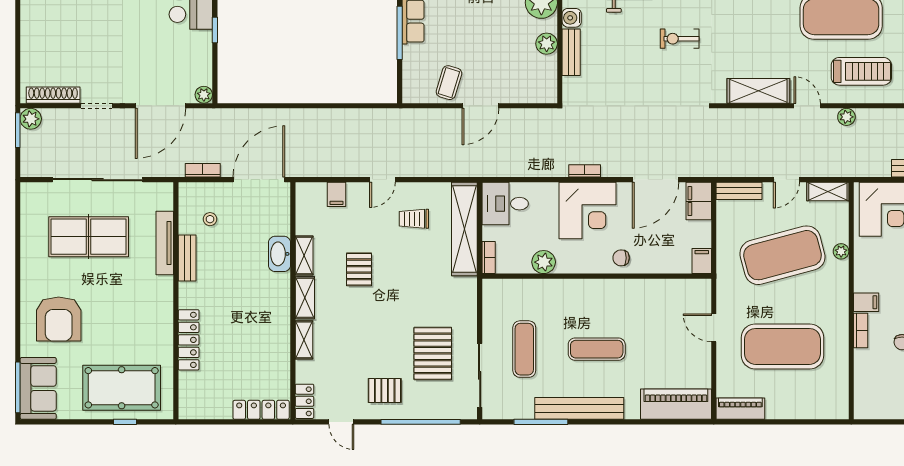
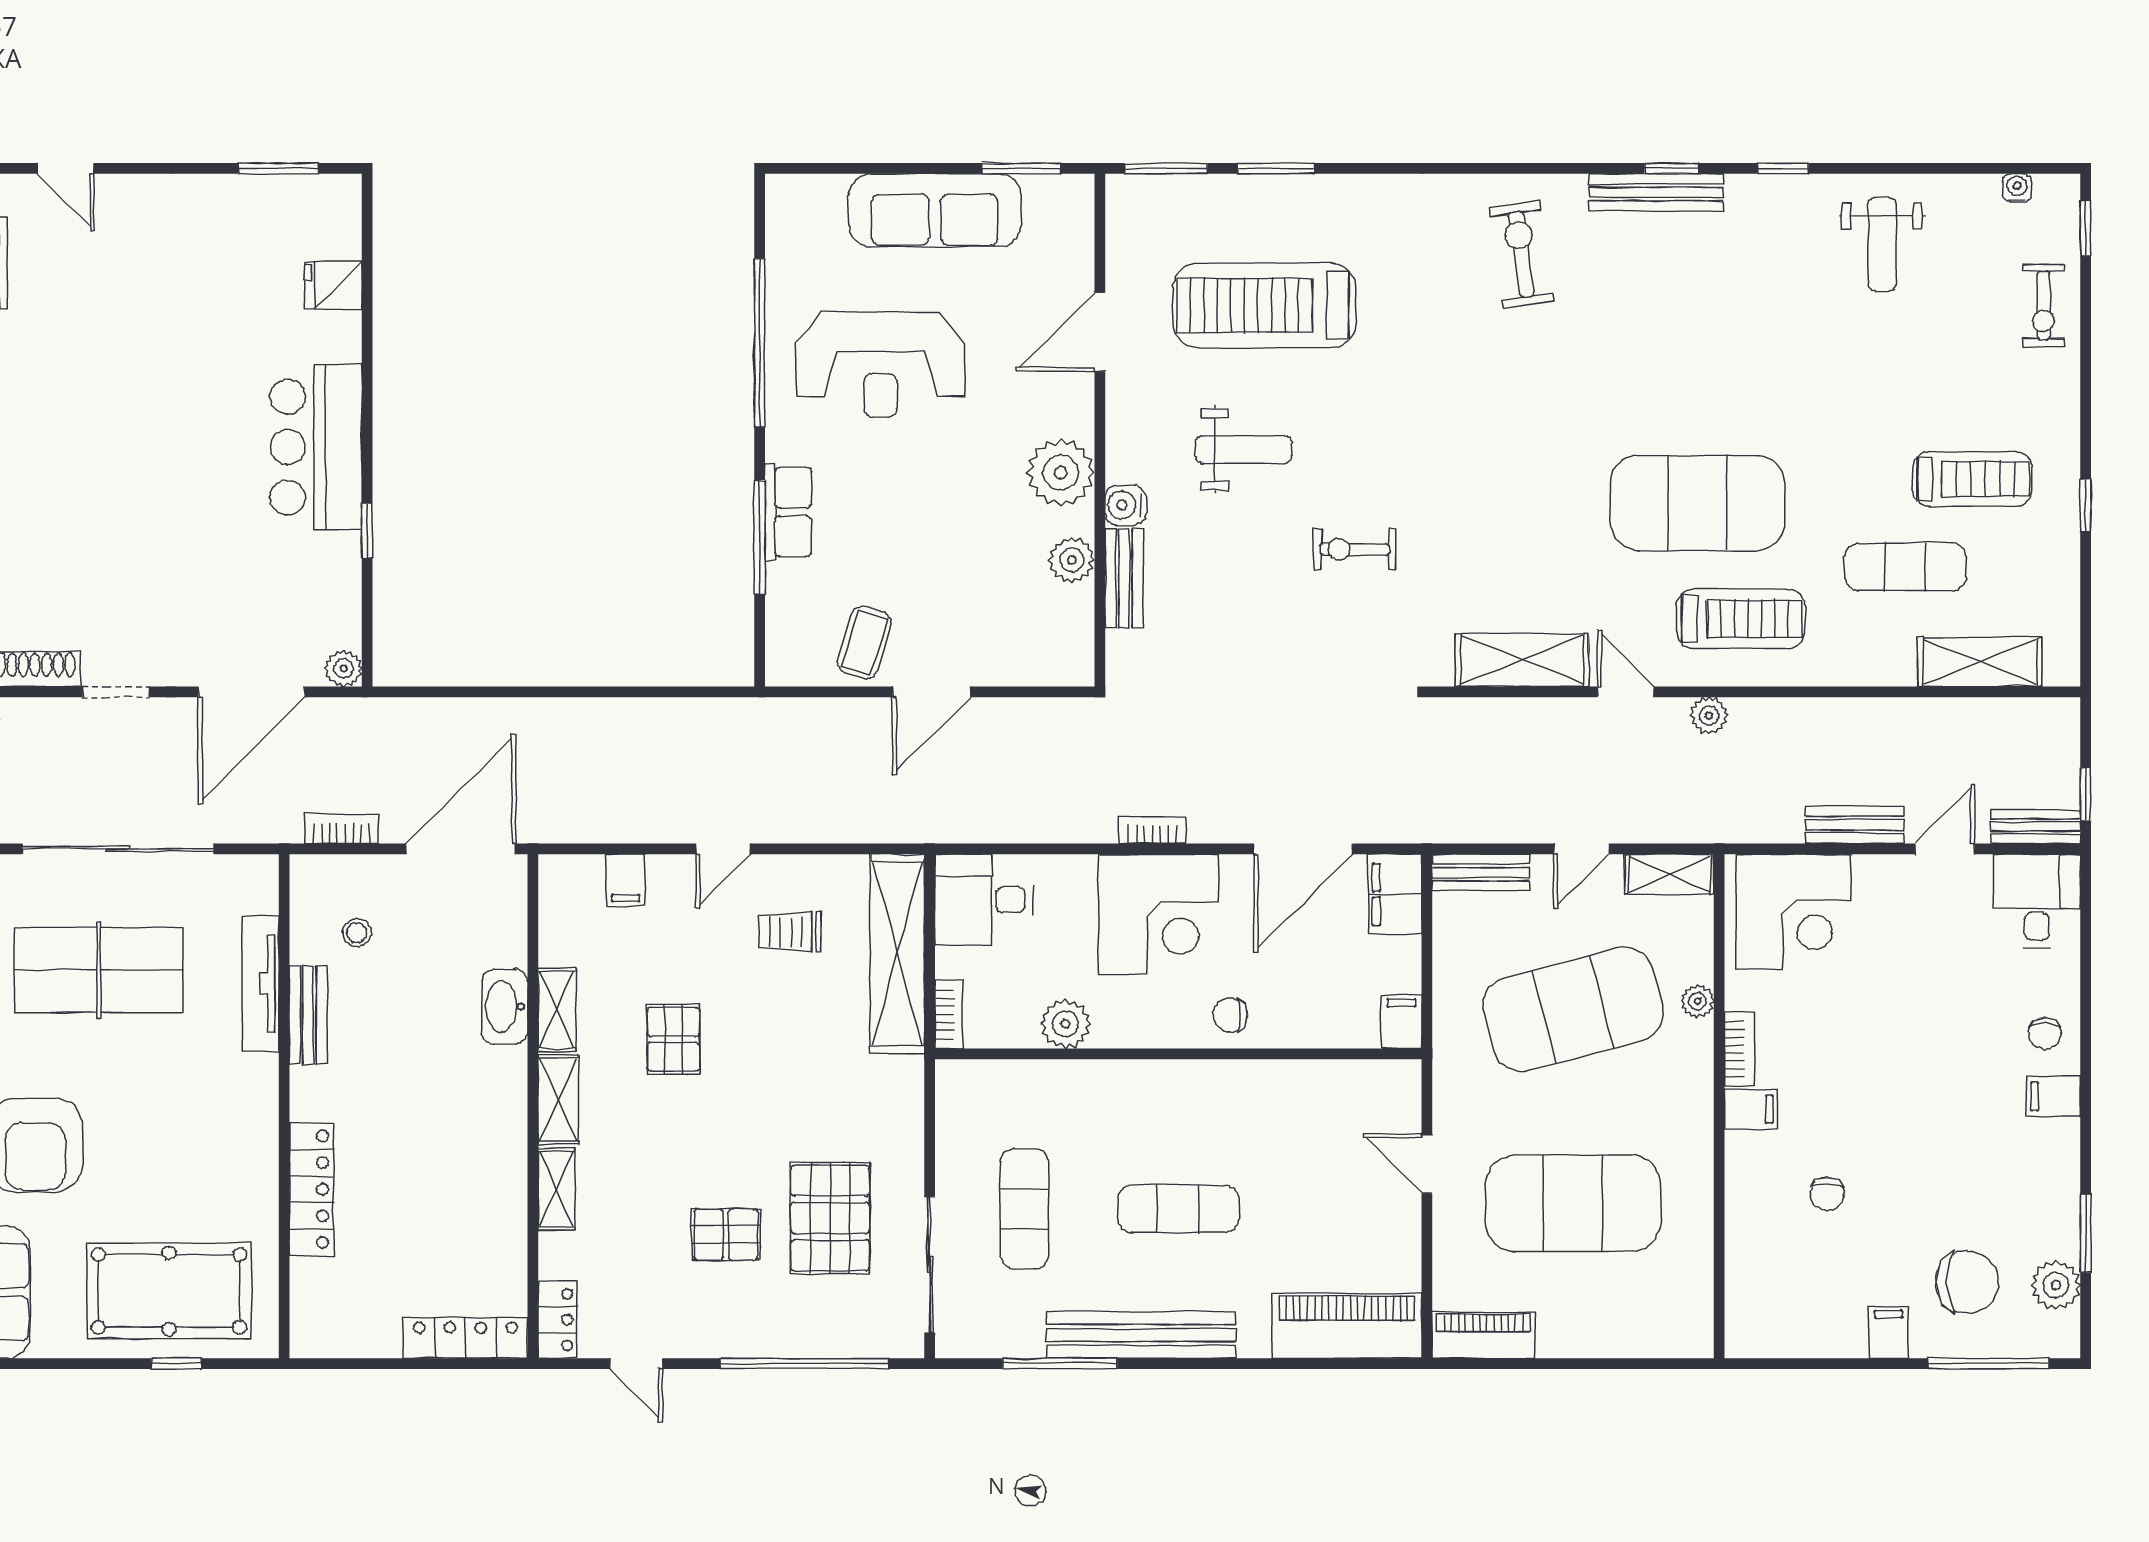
bookcase: (861, 331) -> (1739, 1049), moved
pallet: (385, 391) -> (726, 1234), moved

